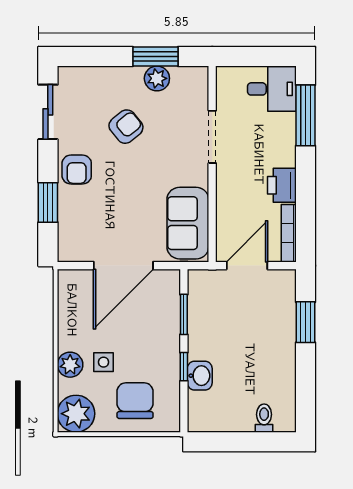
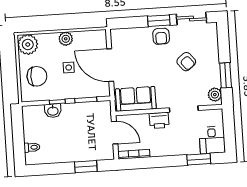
plant: (157, 78) -> (215, 95), moved
window: (306, 115) -> (199, 159), width x0.69
armchair: (77, 170) -> (161, 36), turned -90
printer: (282, 185) -> (159, 120), moved, turned 180
window: (48, 202) -> (159, 21), moved
side table: (104, 362) -> (69, 68), moved
plant: (70, 365) -> (66, 39), moved

